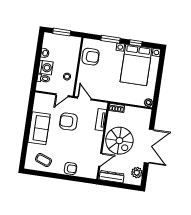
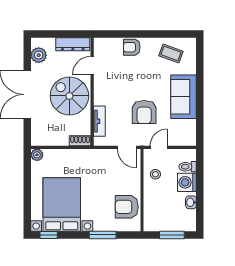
window: (136, 43) -> (49, 235), moved
armchair: (68, 122) -> (144, 112), turned 90

